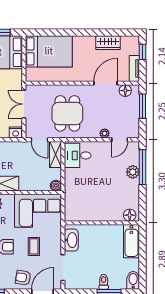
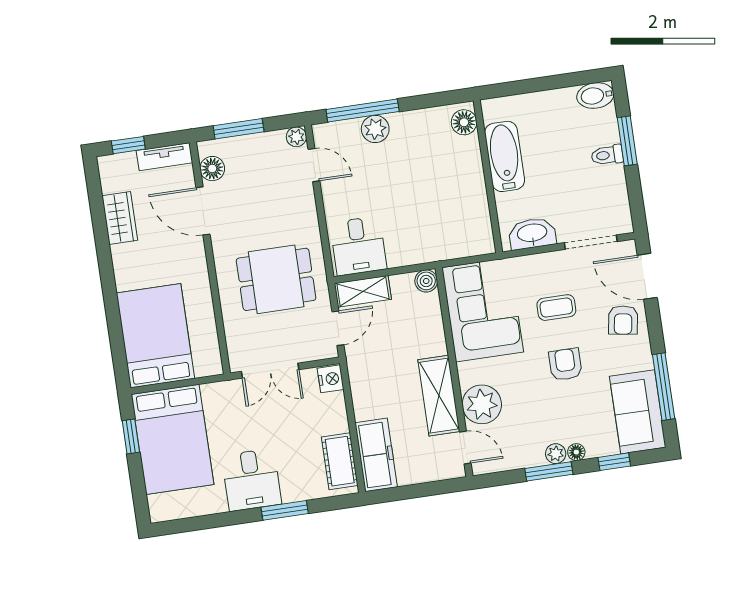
plant: (105, 133) -> (296, 137), moved
bathtub: (131, 241) -> (505, 156), moved, turned -90

